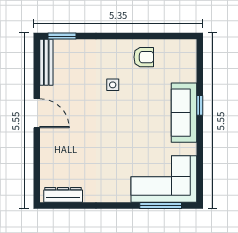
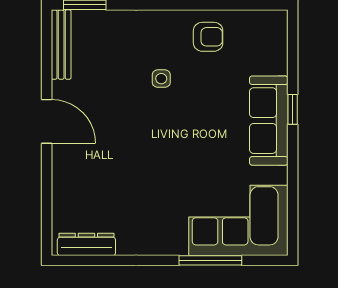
window: (161, 205) -> (210, 260), moved

